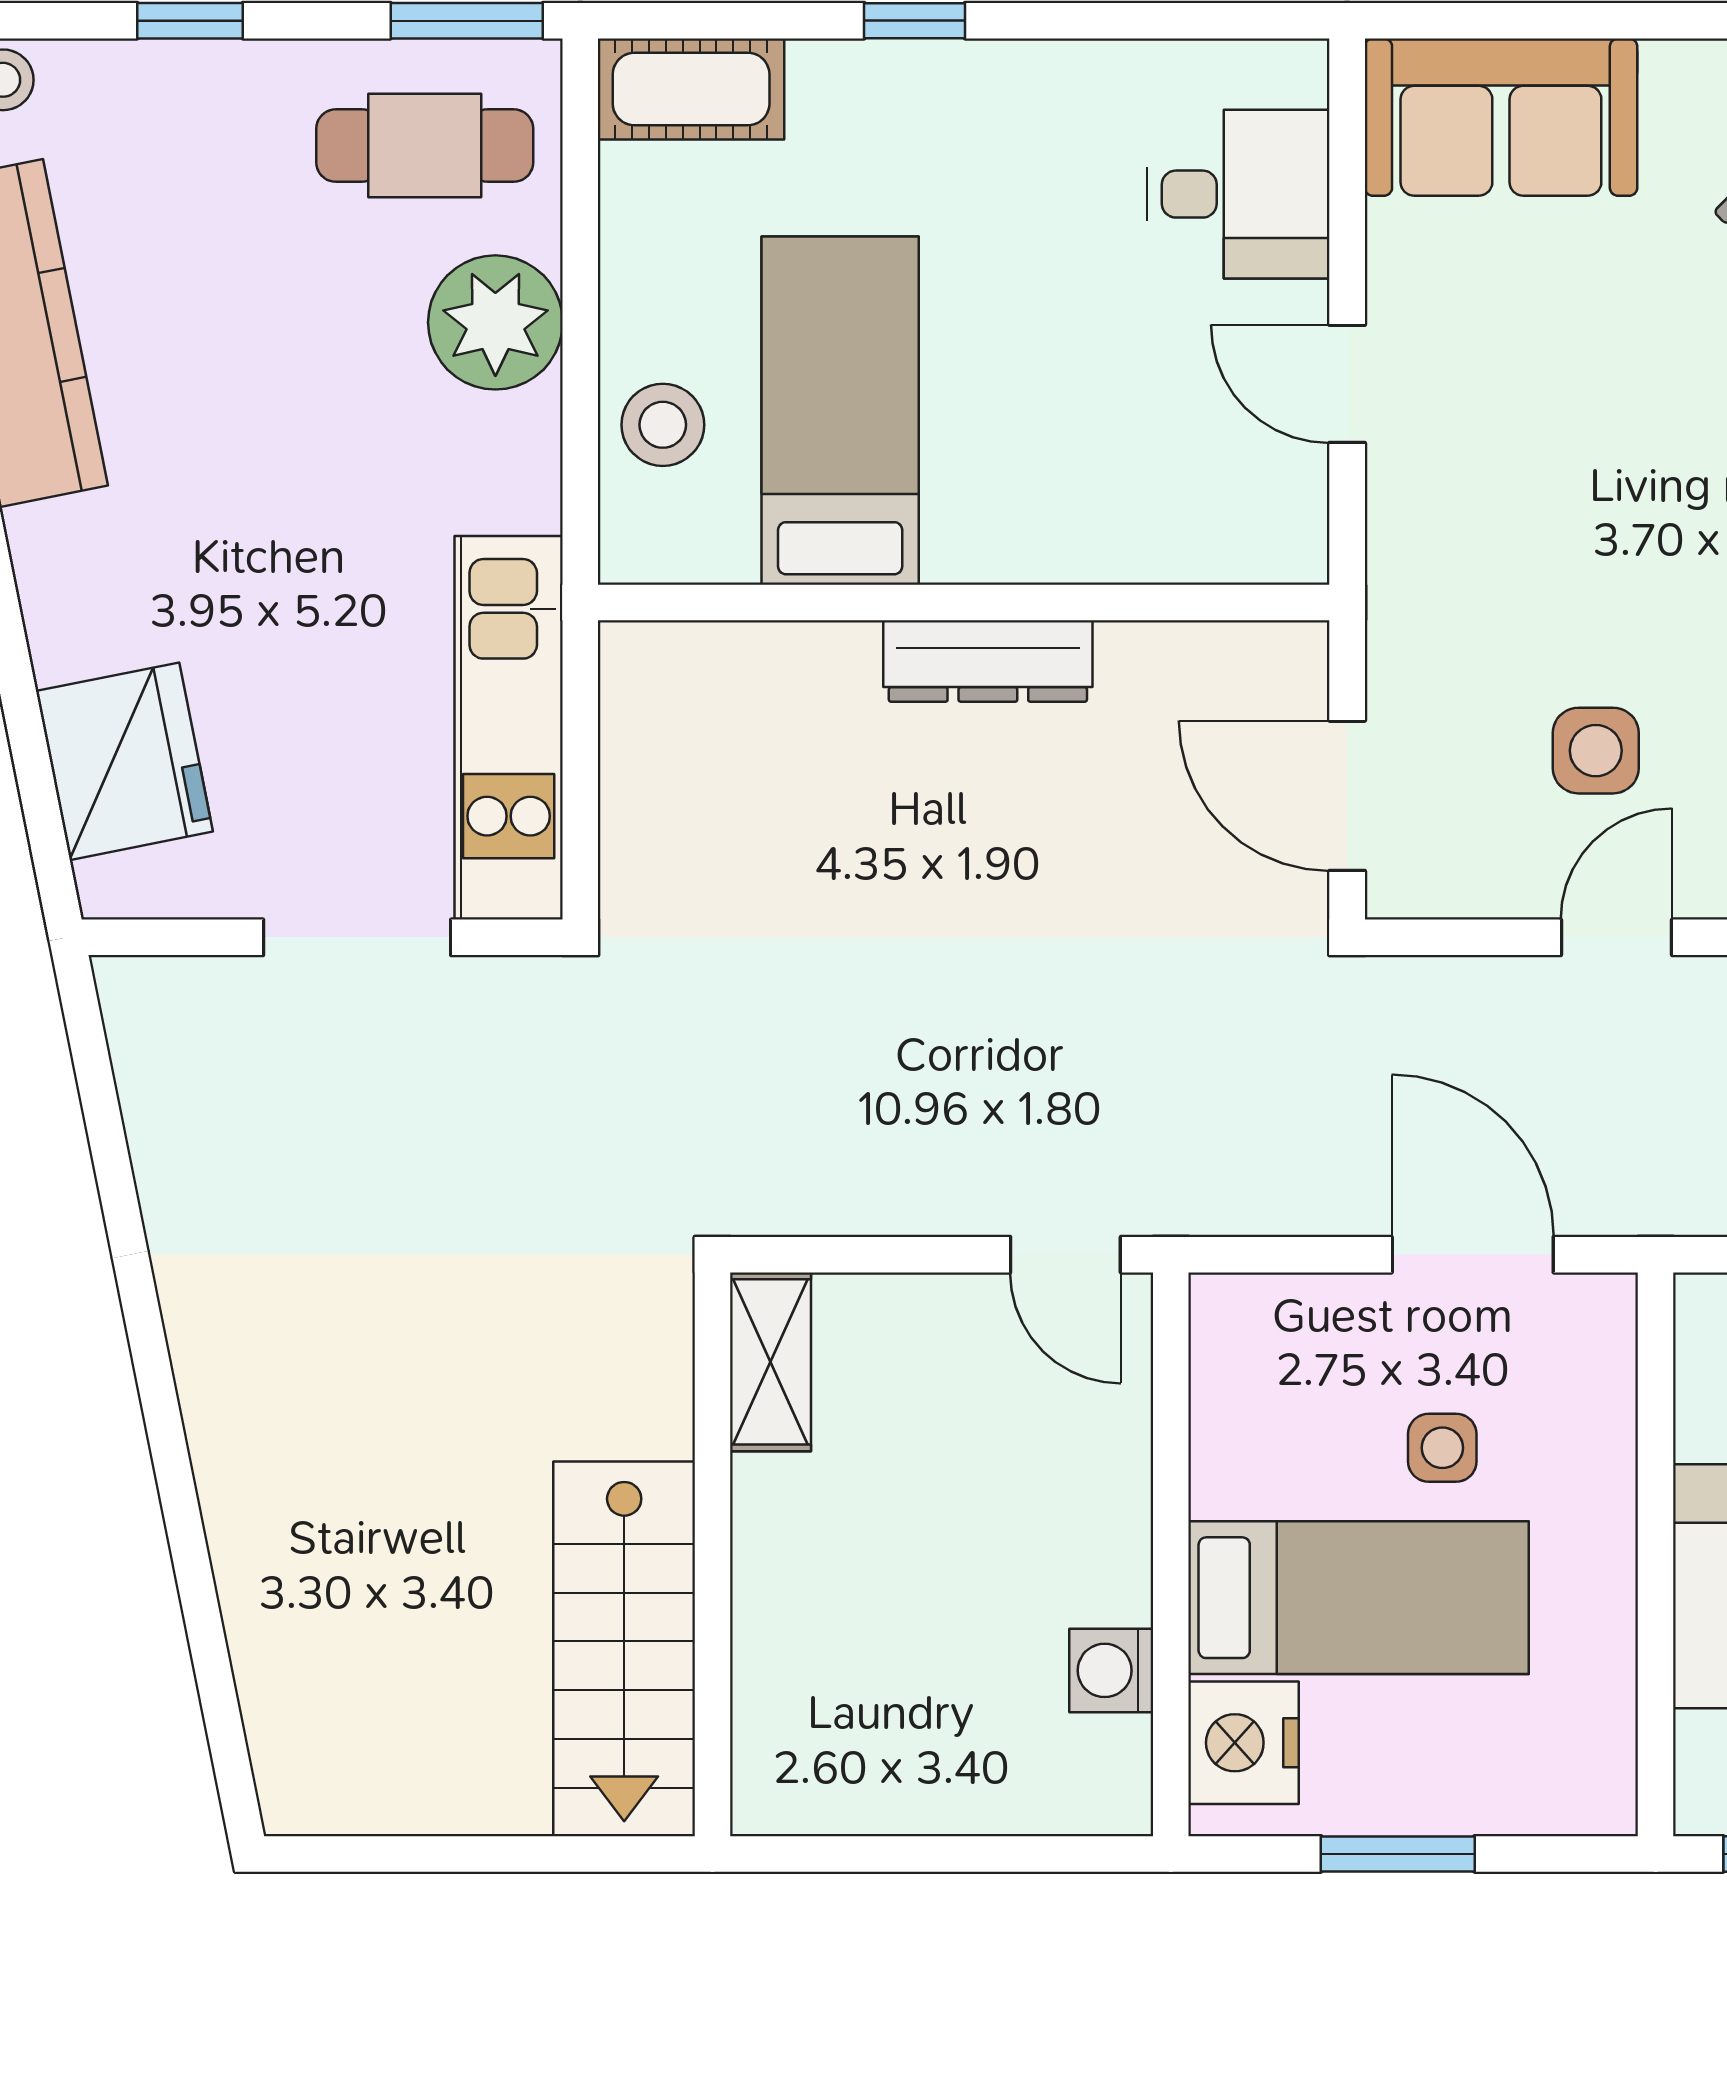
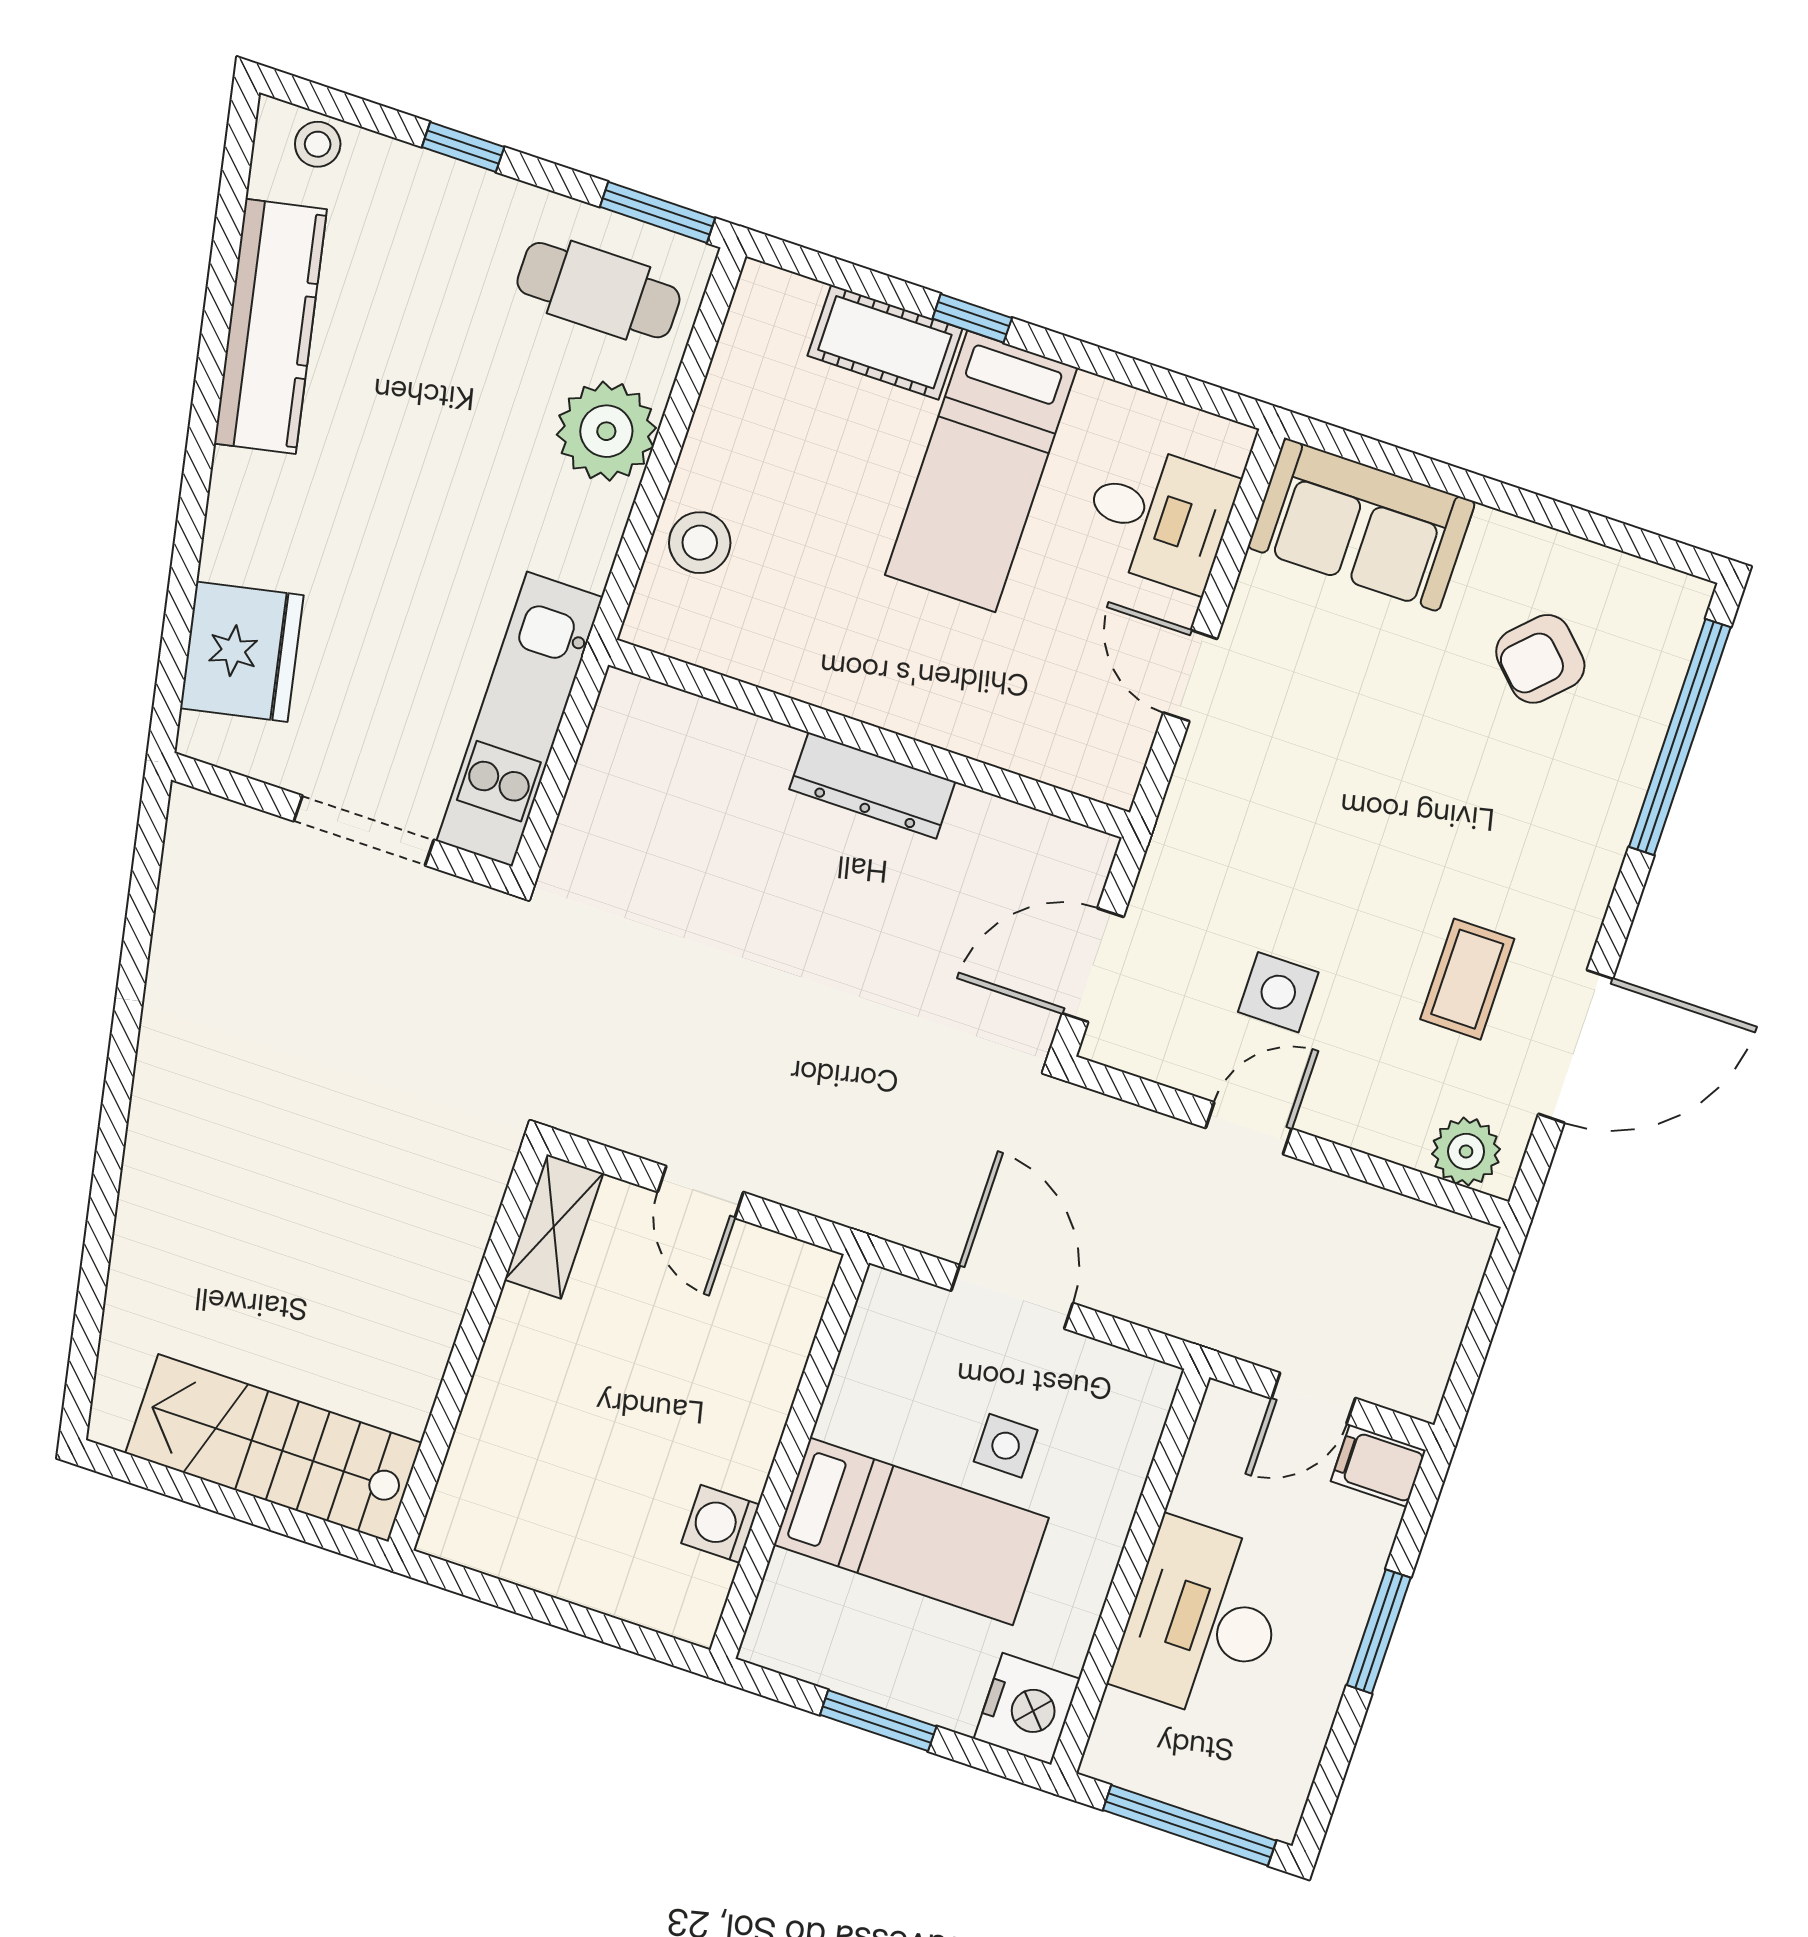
cot: (691, 89) -> (885, 342), moved
bed: (840, 411) -> (981, 471), moved, turned 180
door: (1347, 796) -> (1093, 965), hinge flipped
door: (1065, 1255) -> (701, 1192), moved
door: (1473, 1255) -> (1012, 1297), moved
stairs: (624, 1649) -> (274, 1448), moved, turned 90
nightstand: (1244, 1743) -> (1027, 1709), moved, turned 180

